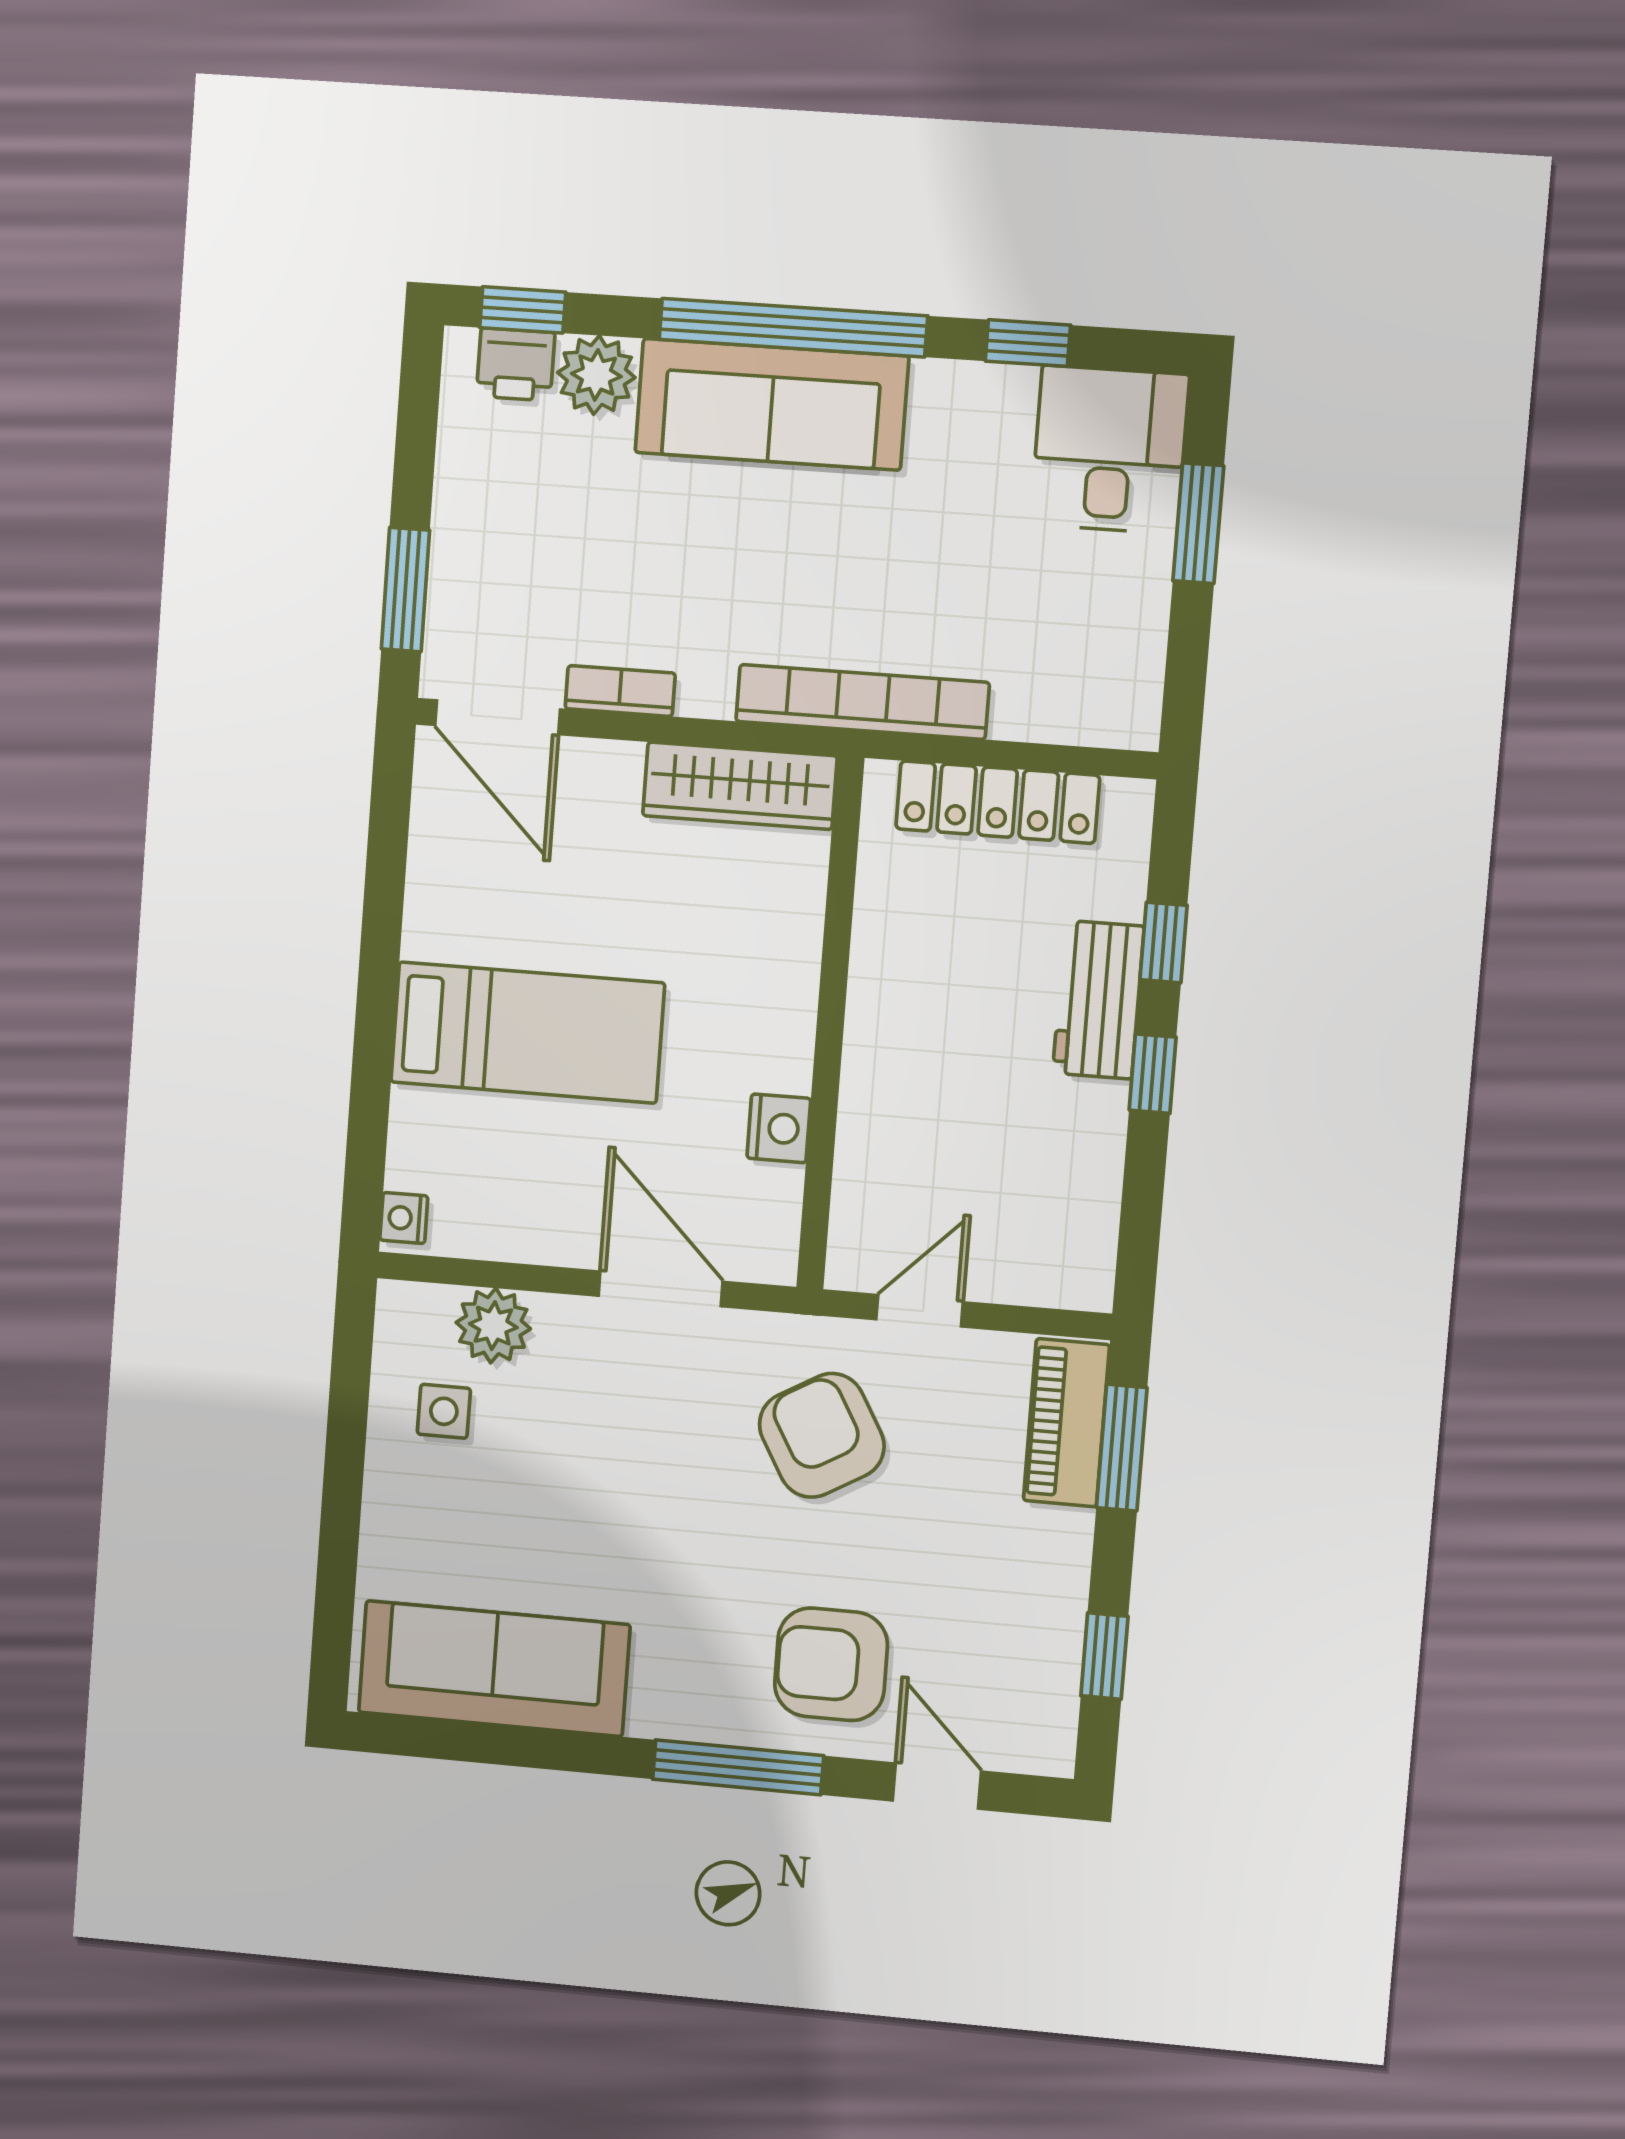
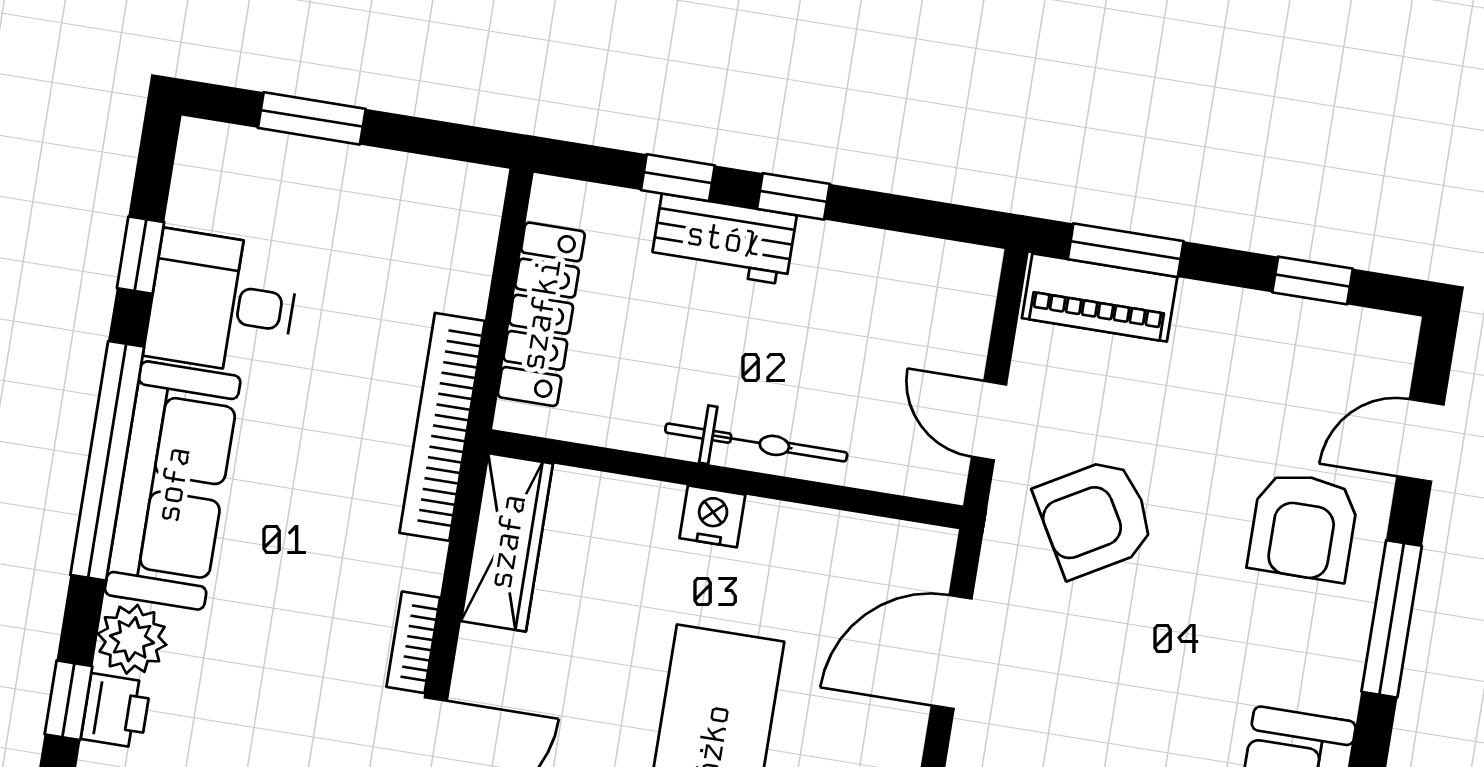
desk: (1110, 450) -> (222, 303), moved
bicycle: (874, 1054) -> (756, 443), added
nightstand: (779, 1128) -> (712, 516), moved

